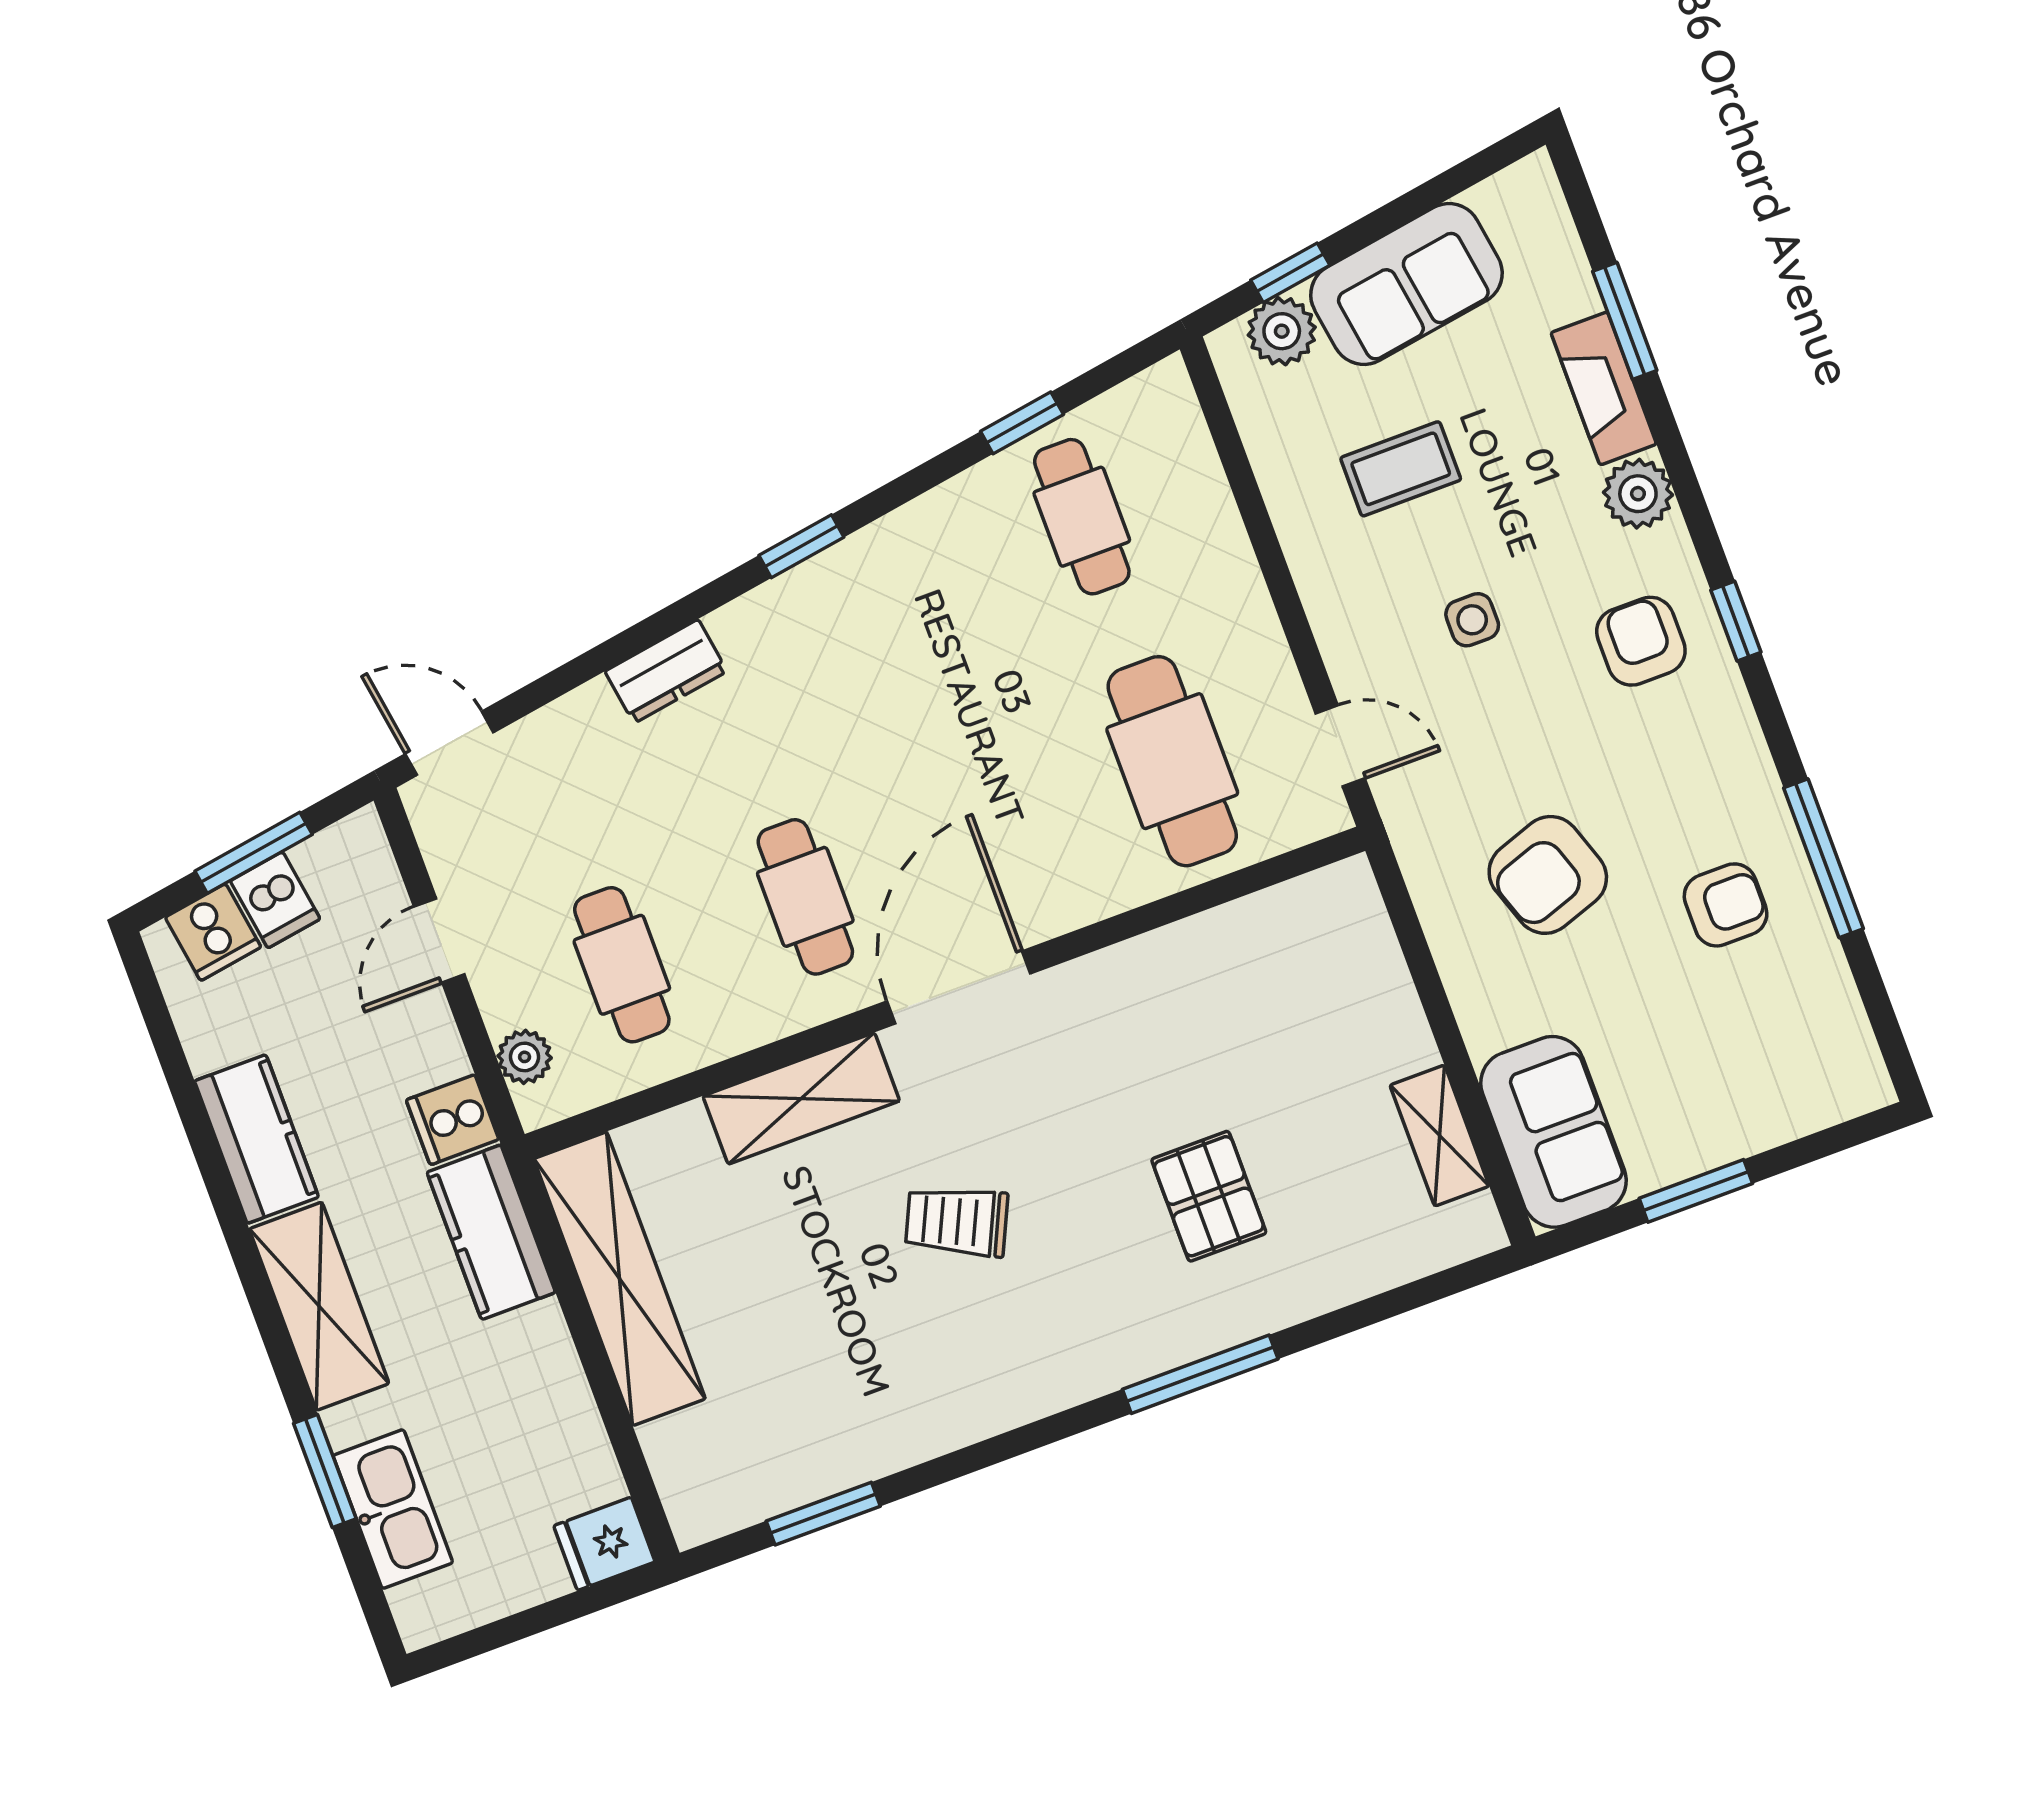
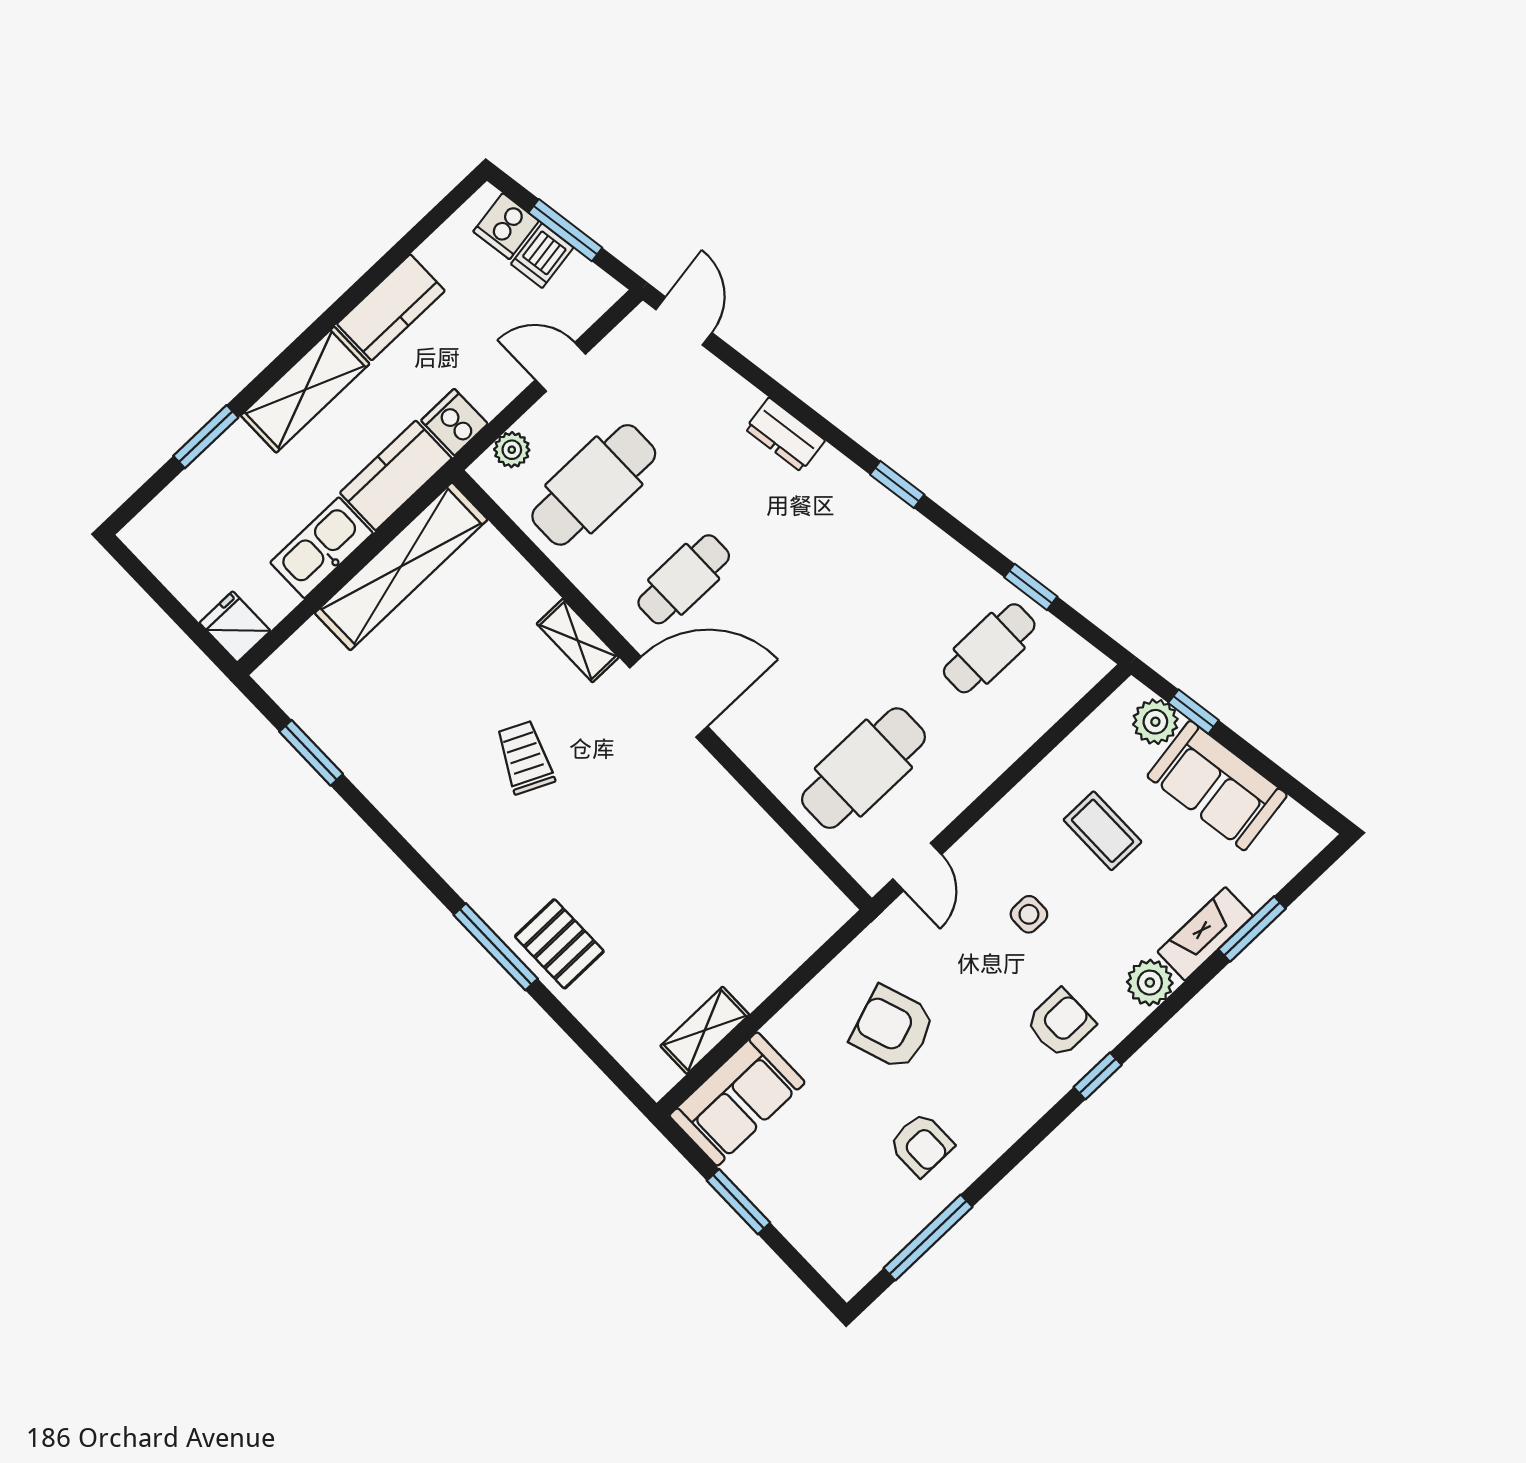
window: (1823, 858) -> (928, 1238), moved
cafe table: (622, 965) -> (594, 485), width x1.37, depth x1.35
shelving: (801, 1098) -> (578, 640), width x0.67, depth x0.75
pallet: (1209, 1196) -> (559, 944), moved, turned 90
kitchen sink: (393, 1509) -> (322, 548), moved, turned 180

